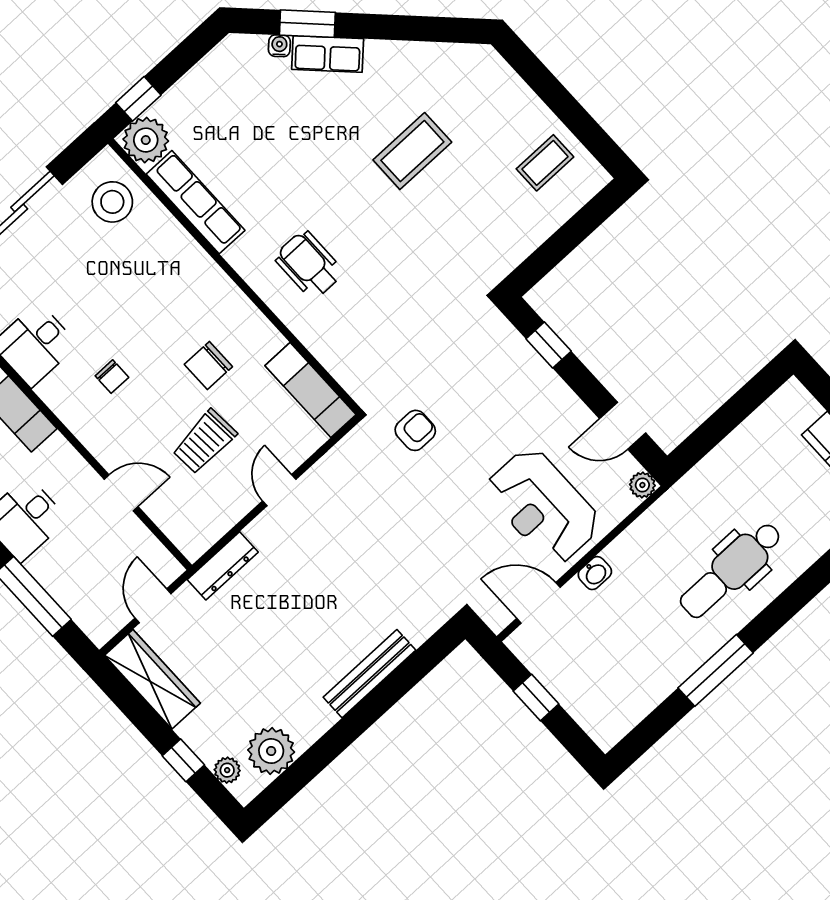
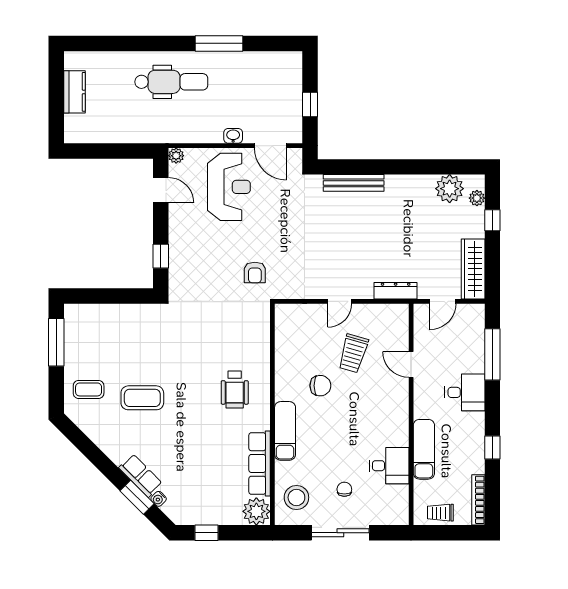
window: (138, 99) -> (206, 533), moved
window: (580, 123) -> (56, 342), added
coffee table: (545, 163) -> (89, 389), moved
chair: (112, 377) -> (344, 489), moved
exam couch: (310, 390) -> (285, 431), moved
armchair: (415, 430) -> (255, 272), turned -90
trolley: (204, 442) -> (353, 353), turned 110
bench: (370, 674) -> (354, 183), moved

